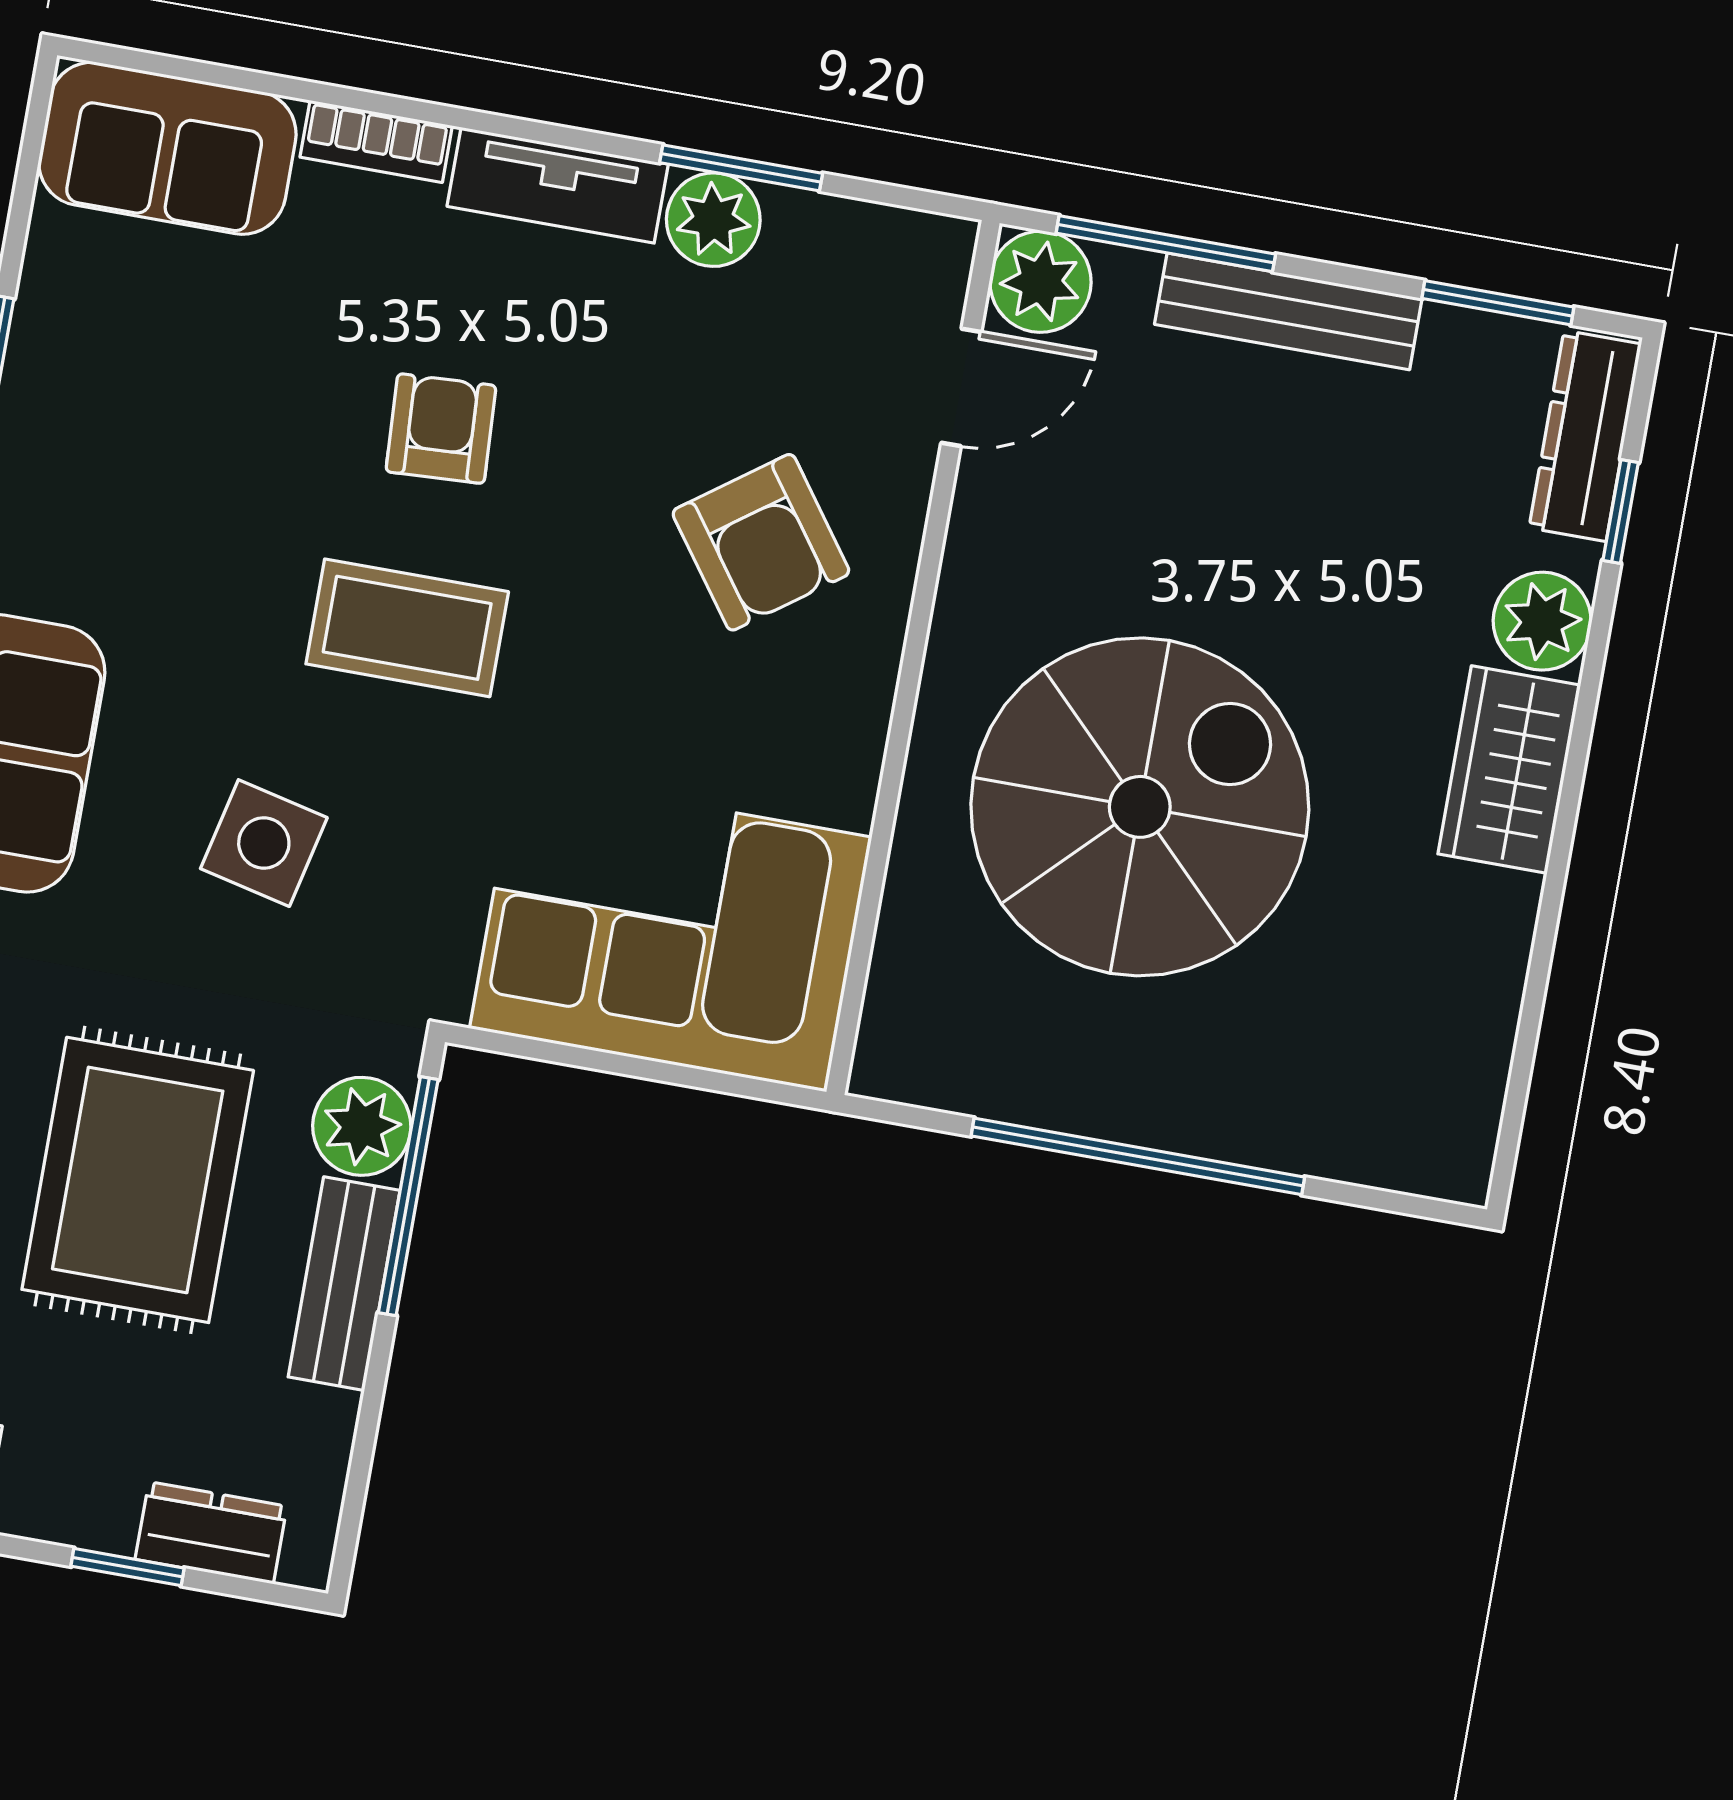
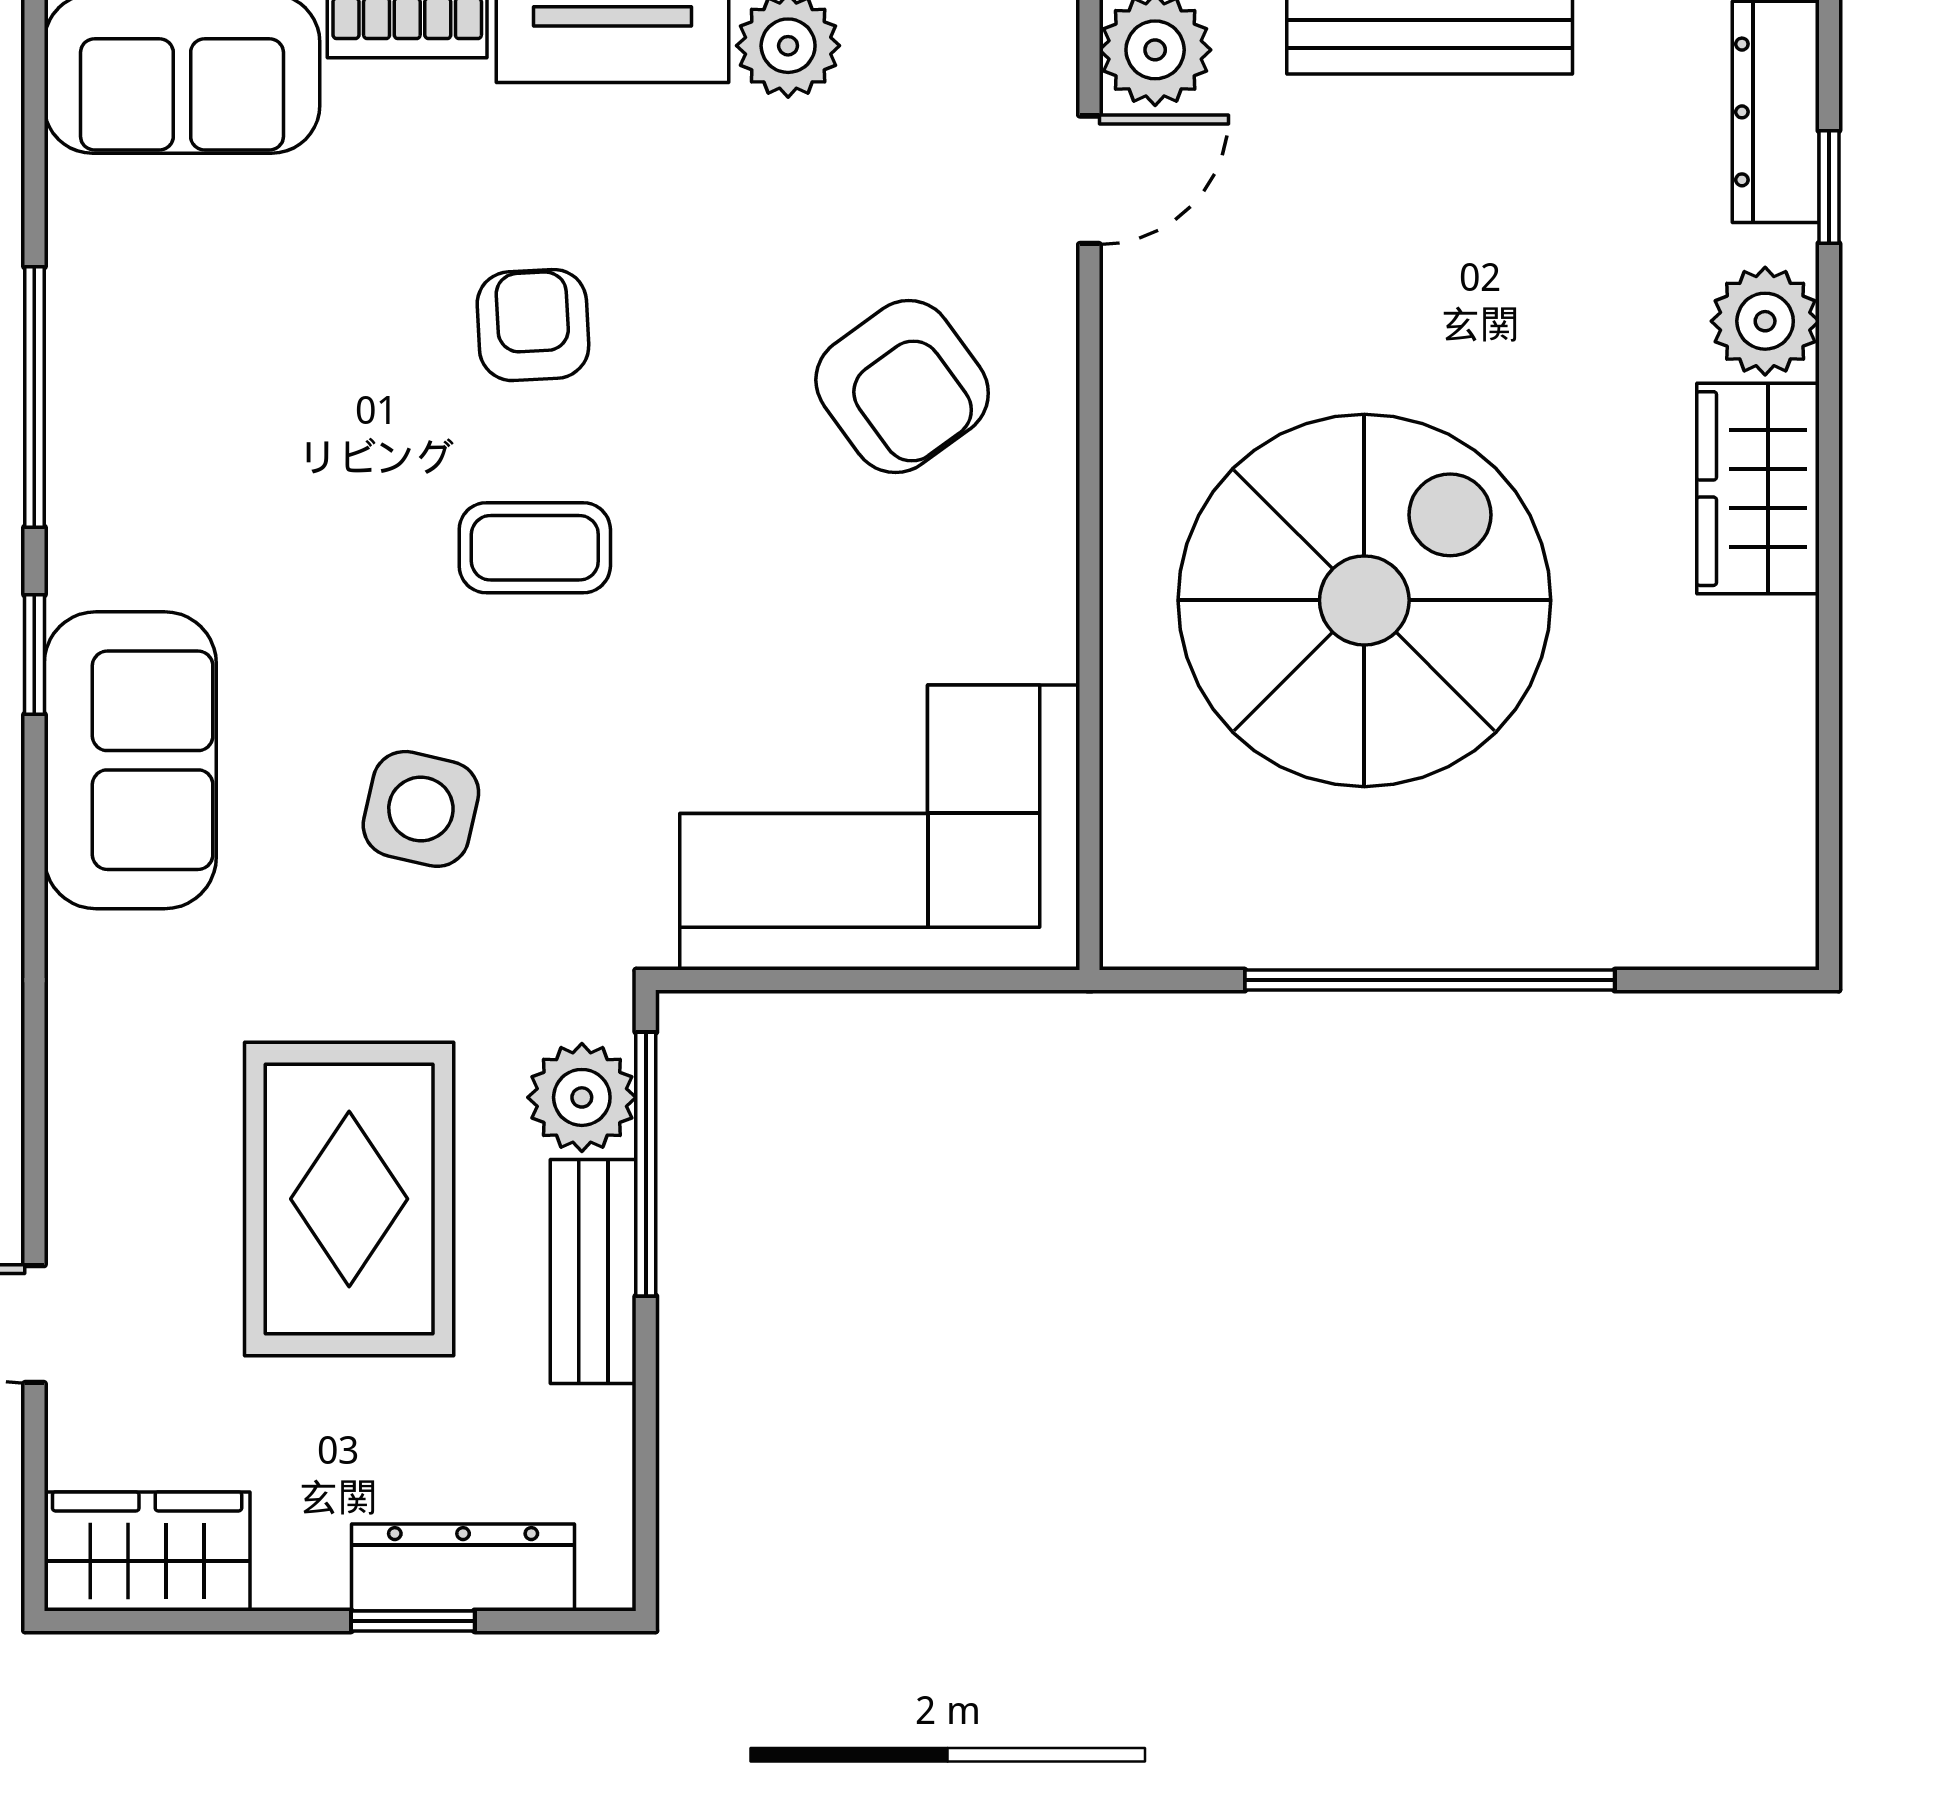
coffee table: (407, 628) -> (535, 548), width x0.73, depth x0.77
dresser: (211, 1533) -> (463, 1568), width x1.44

